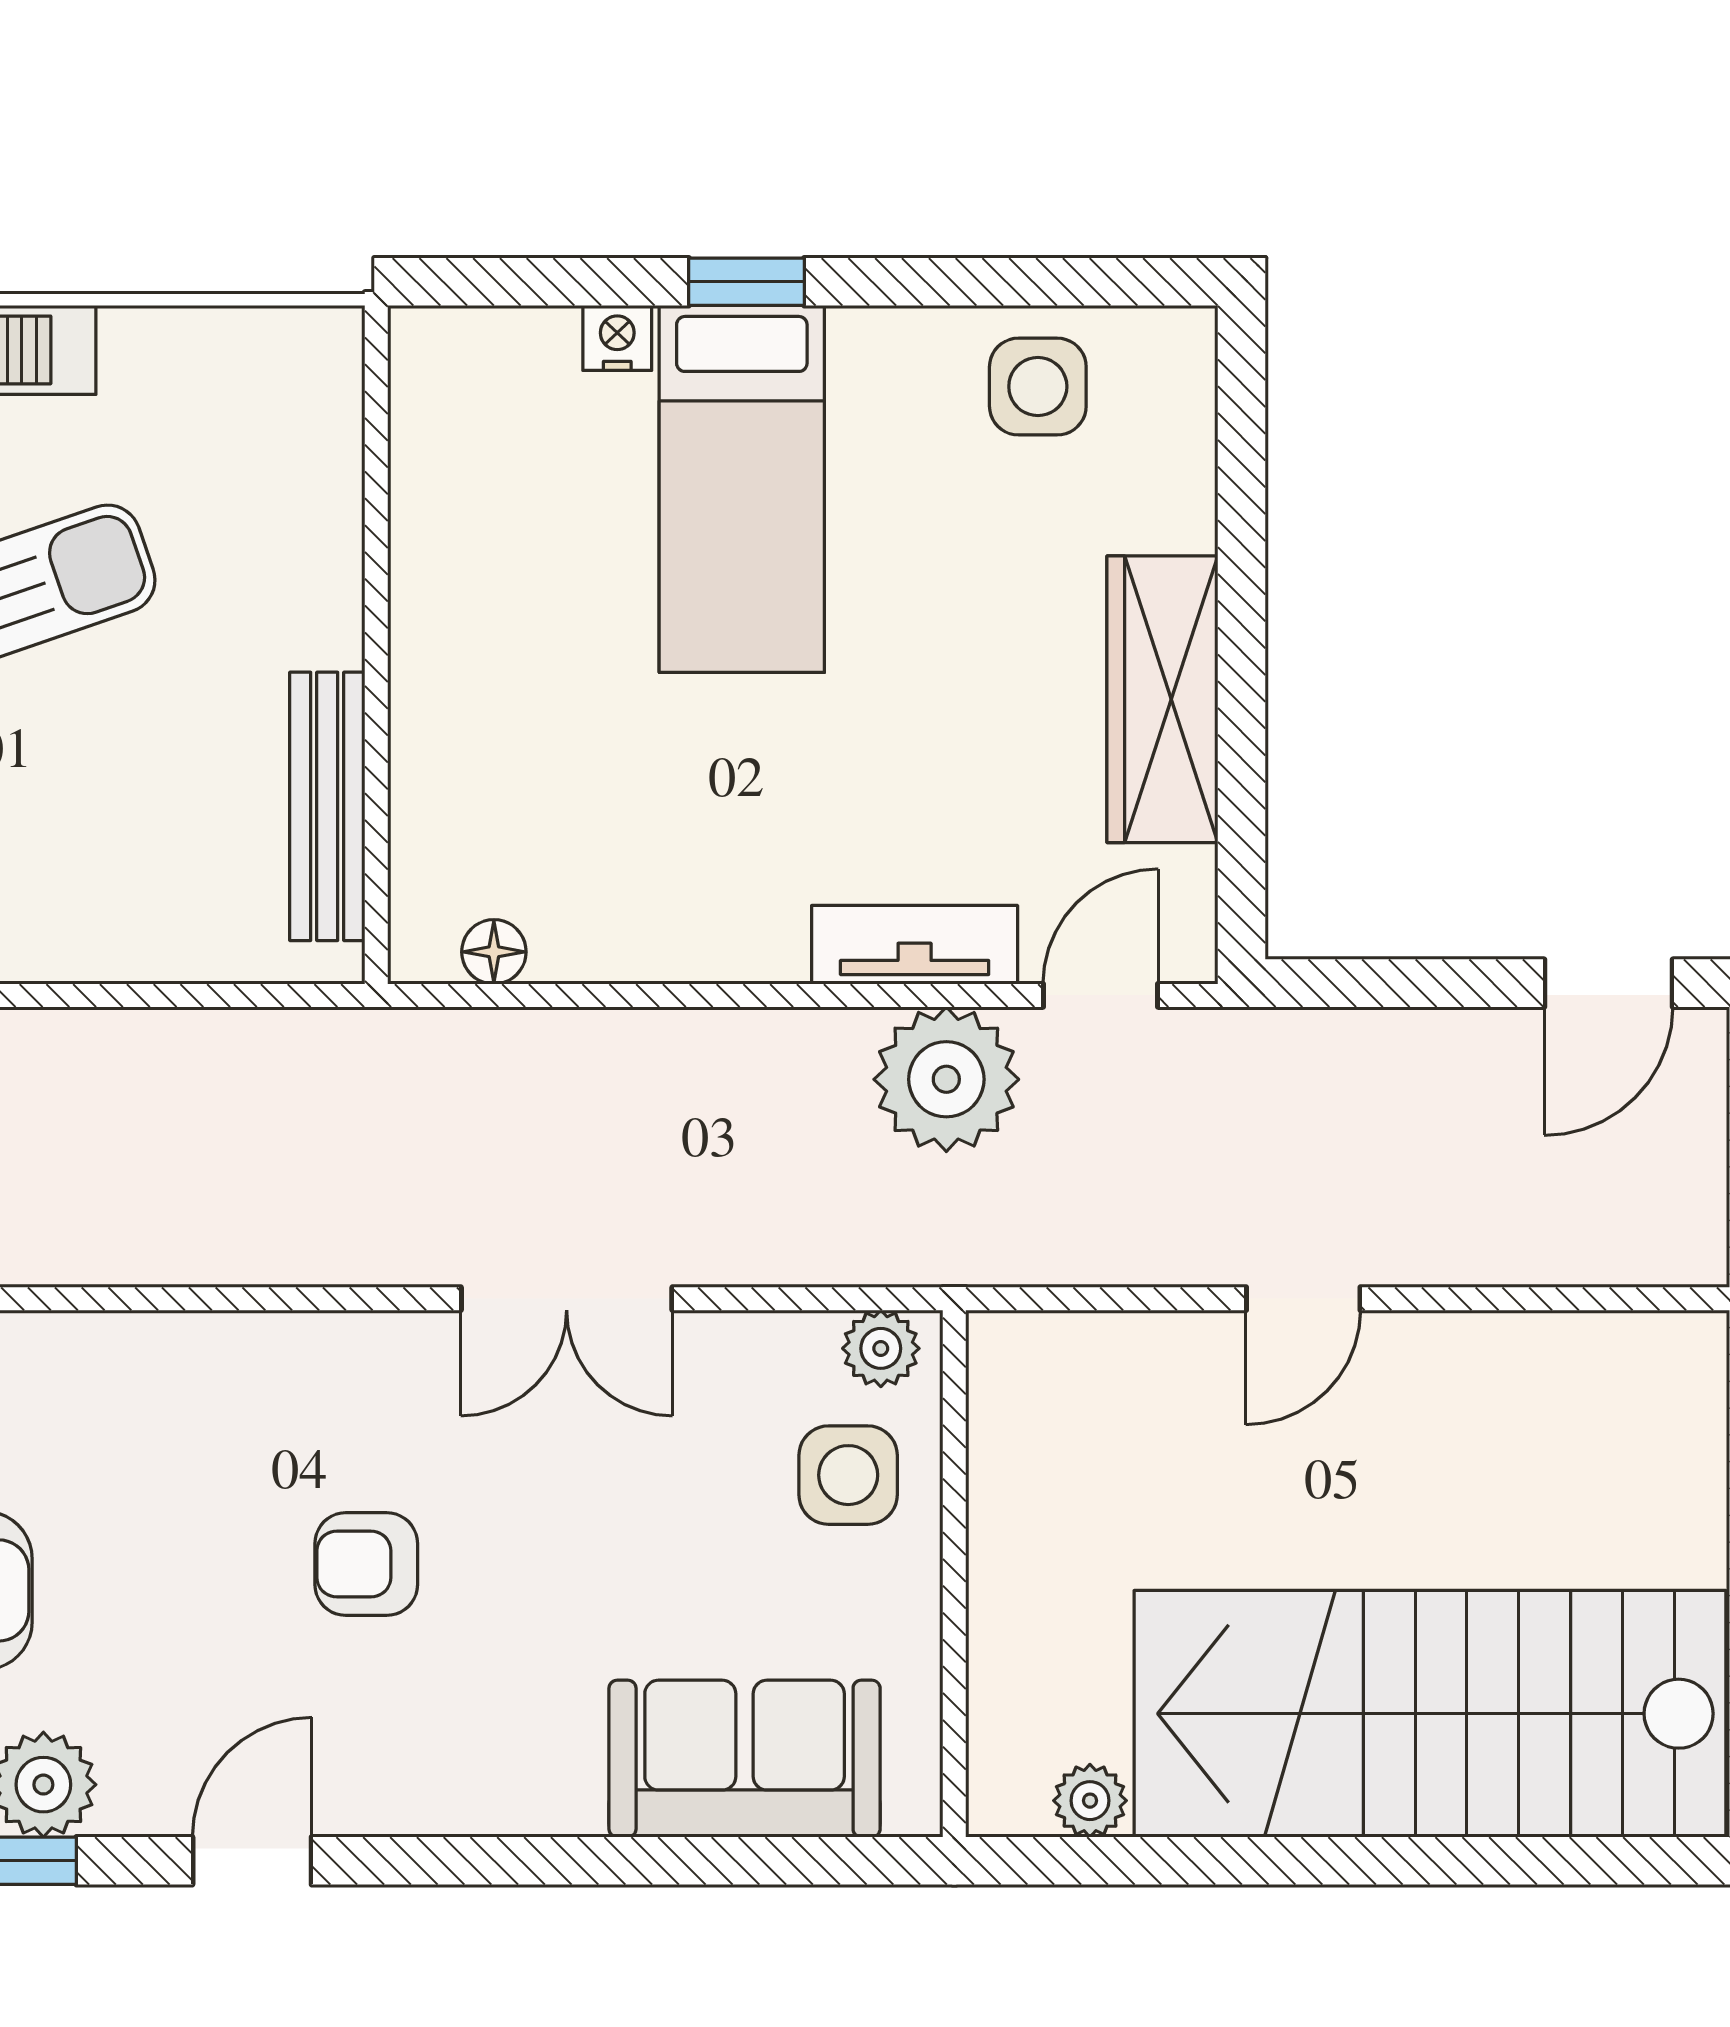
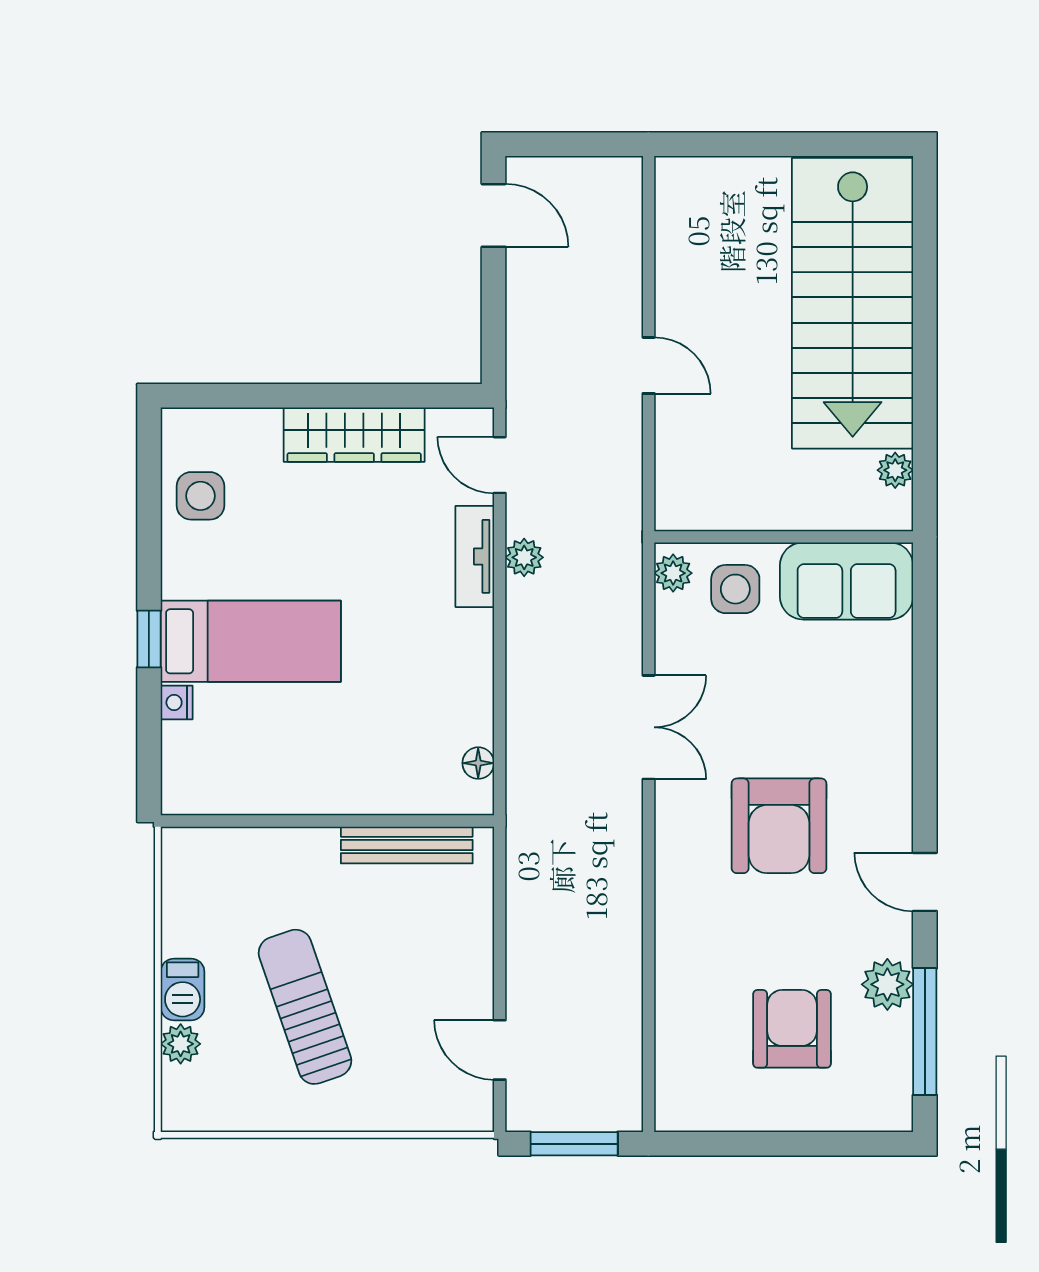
plant: (946, 1079) -> (524, 557), width x0.53, depth x0.53
armchair: (366, 1564) -> (779, 826), width x1.88, depth x1.88
sofa: (745, 1759) -> (847, 581), moved, turned -90

